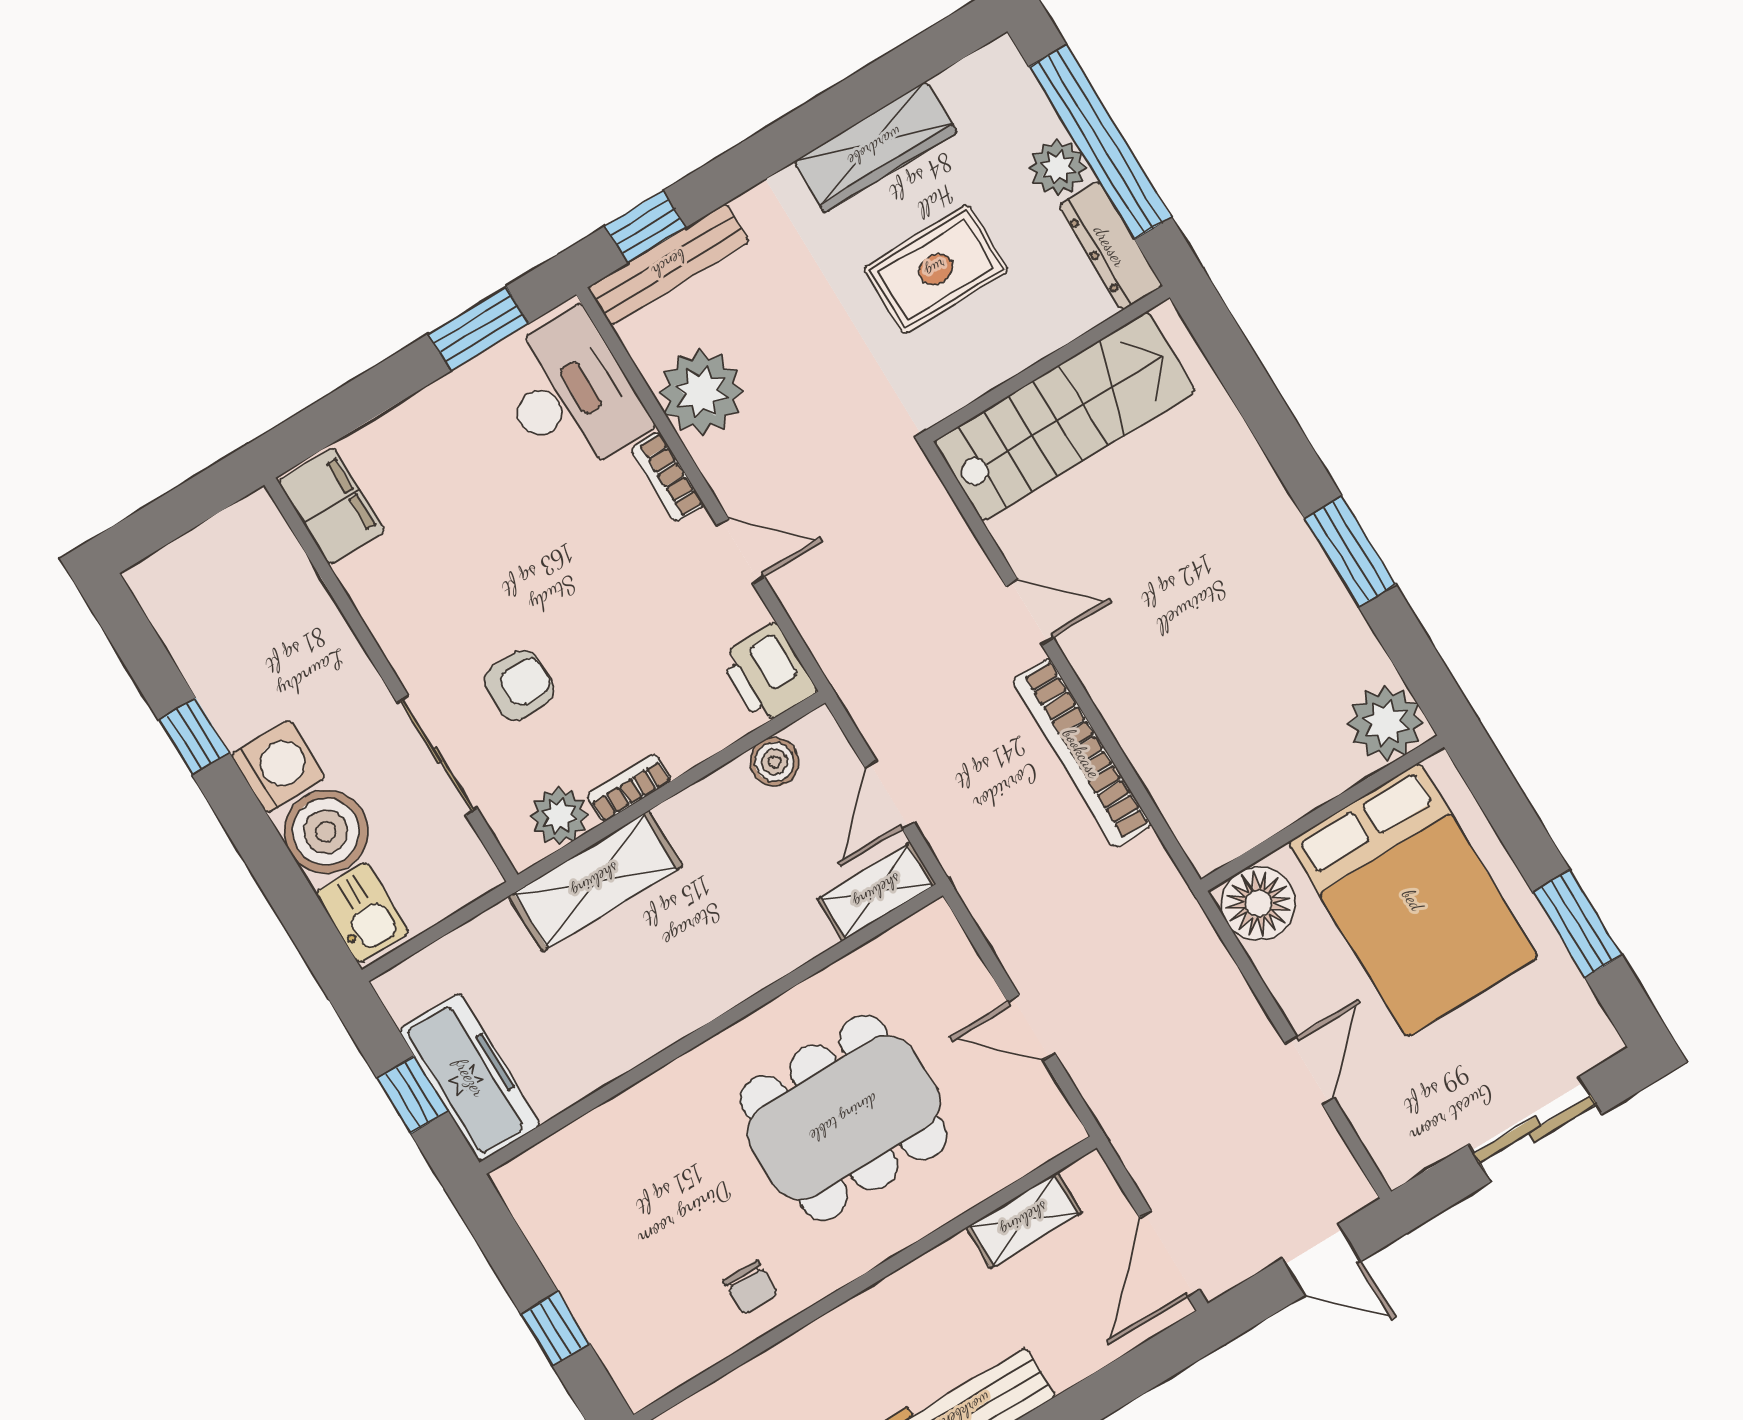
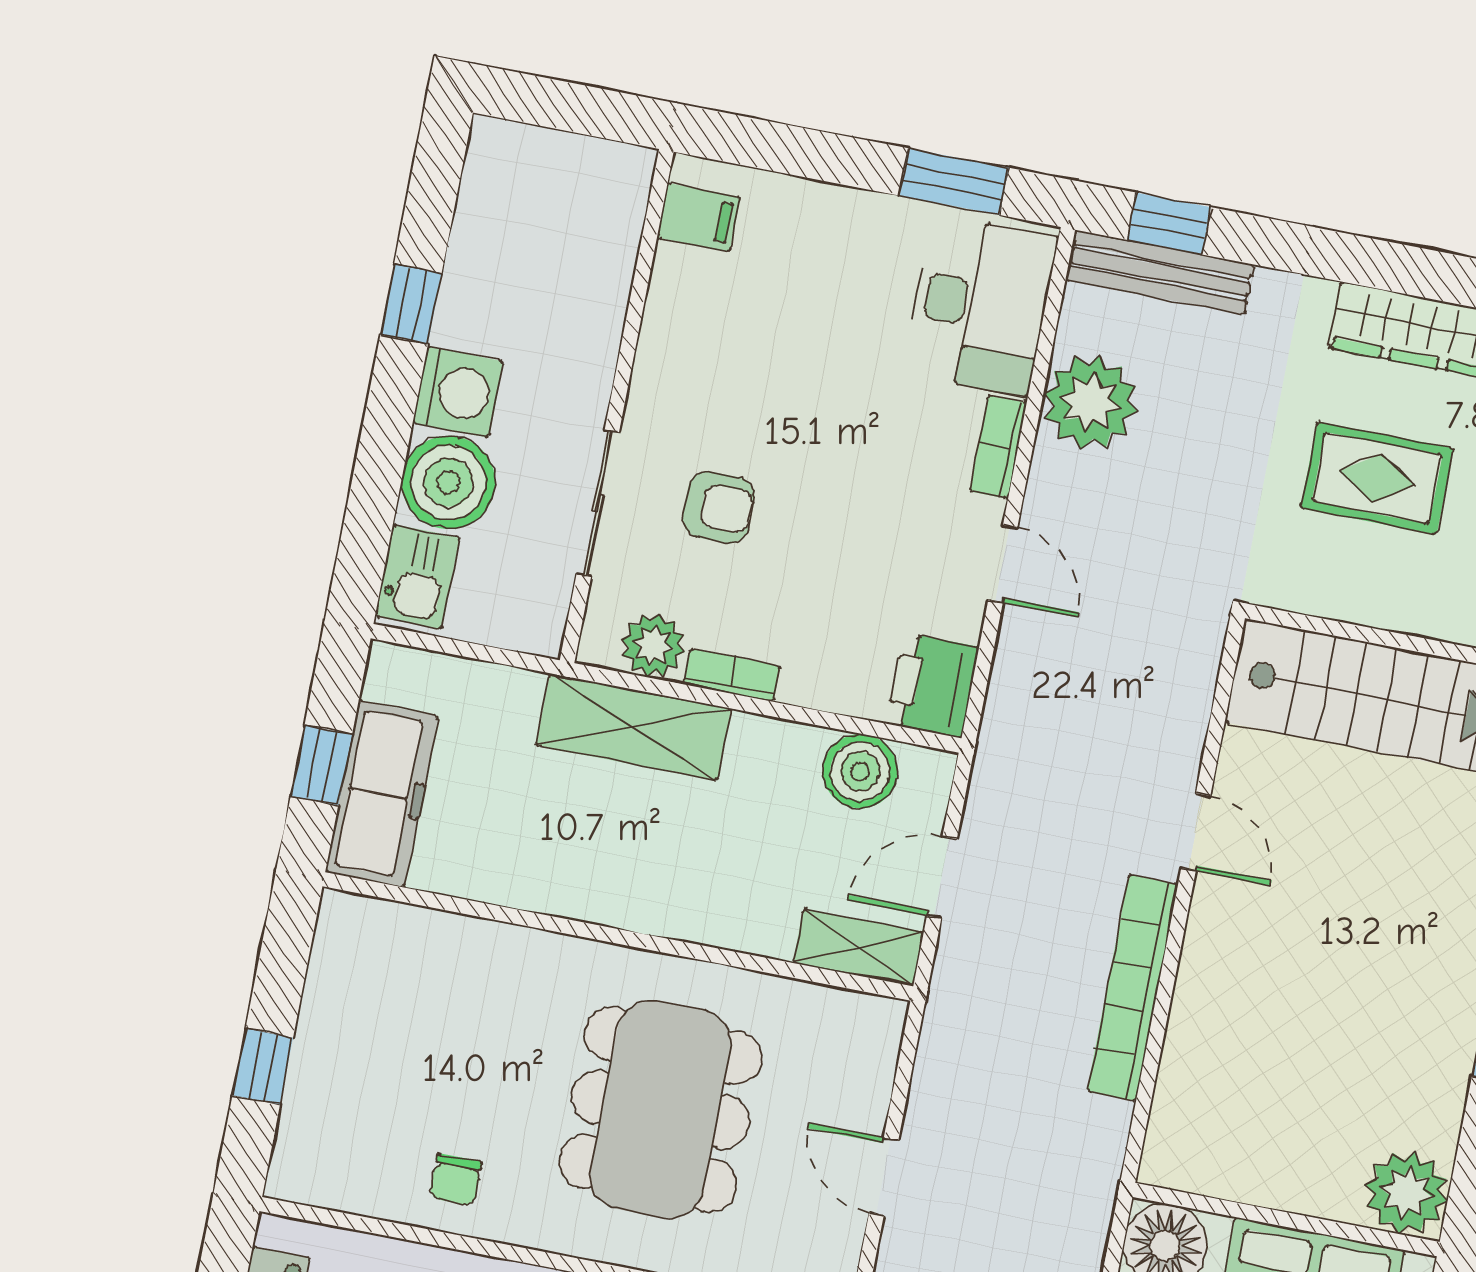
filing cabinet: (331, 506) -> (699, 217), width x0.50
boiler: (774, 762) -> (860, 771), width x1.36, depth x1.36
dining table: (844, 1118) -> (661, 1110), turned 90

